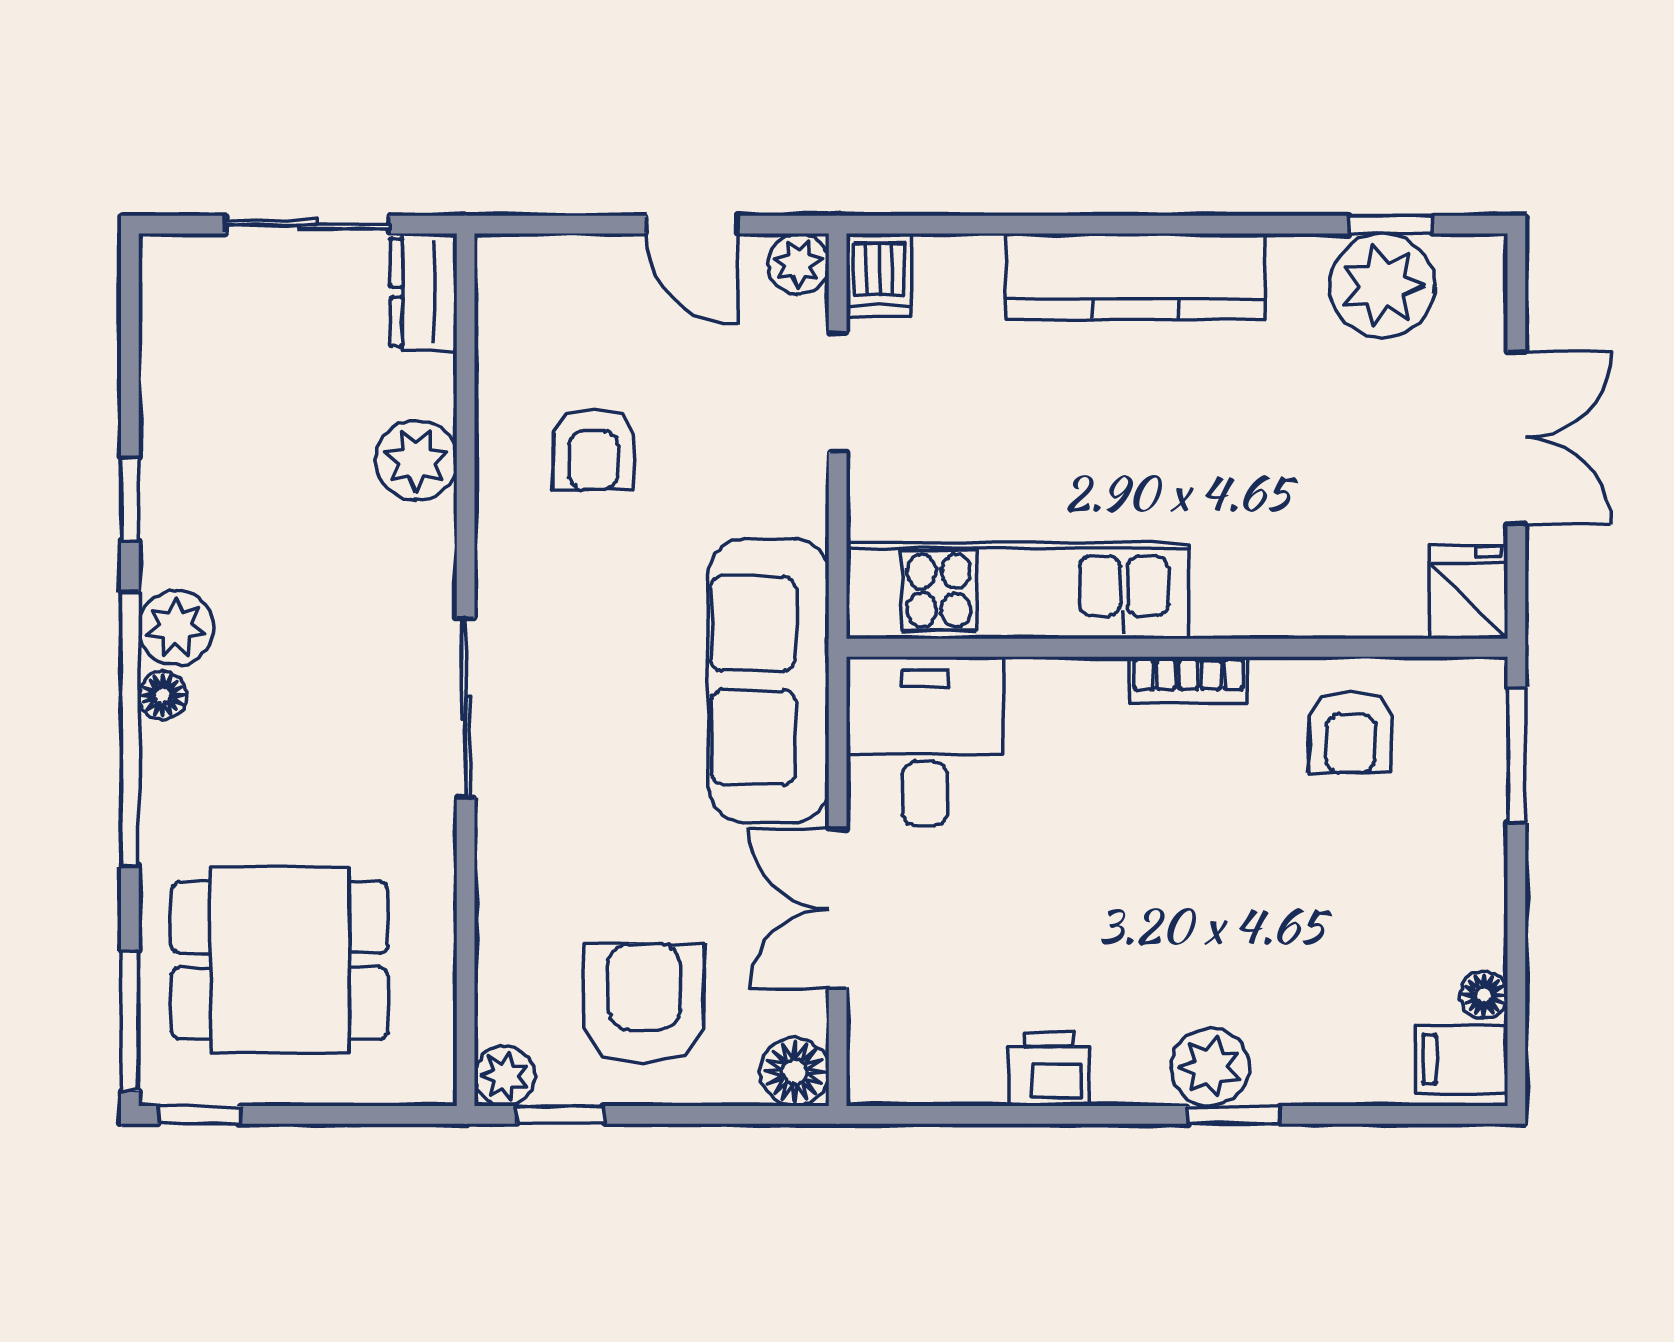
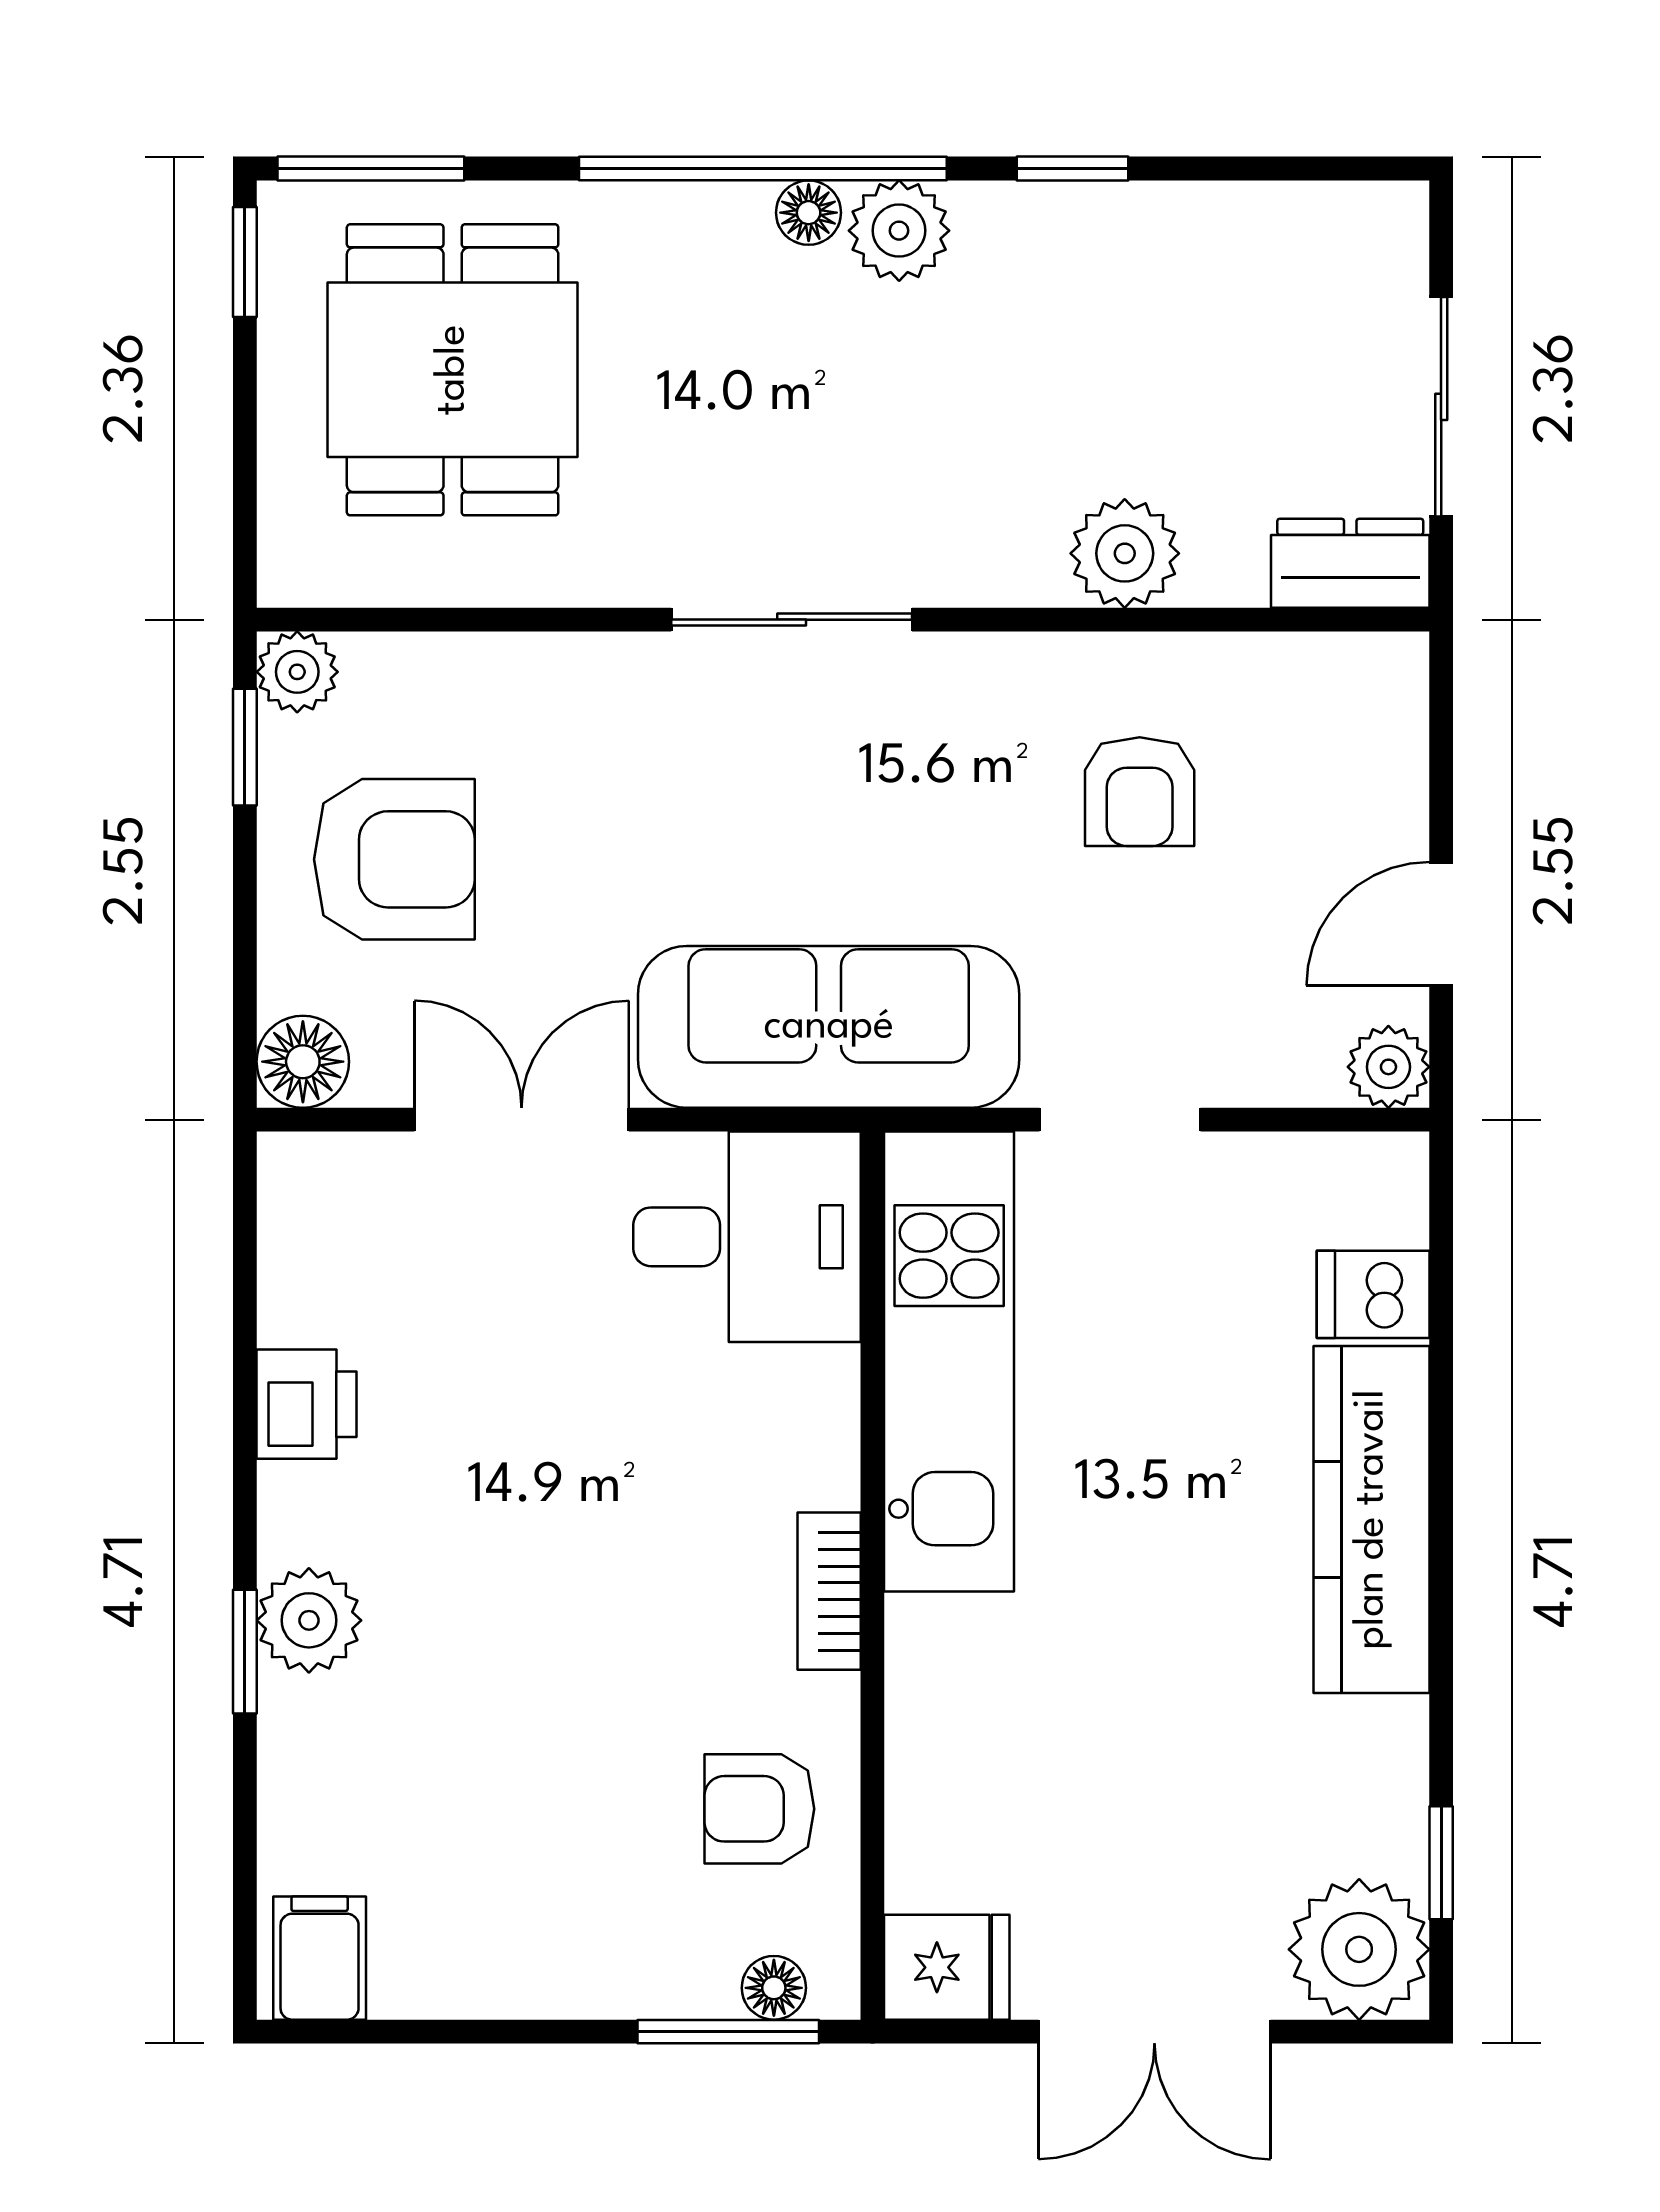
dishwasher: (879, 275) -> (1373, 1294), moved
plant: (1382, 286) -> (1359, 1949), moved
doorway: (838, 392) -> (1120, 1120), moved
armchair: (594, 449) -> (1140, 792), turned -90
floor lamp: (1484, 995) -> (774, 1988), moved

